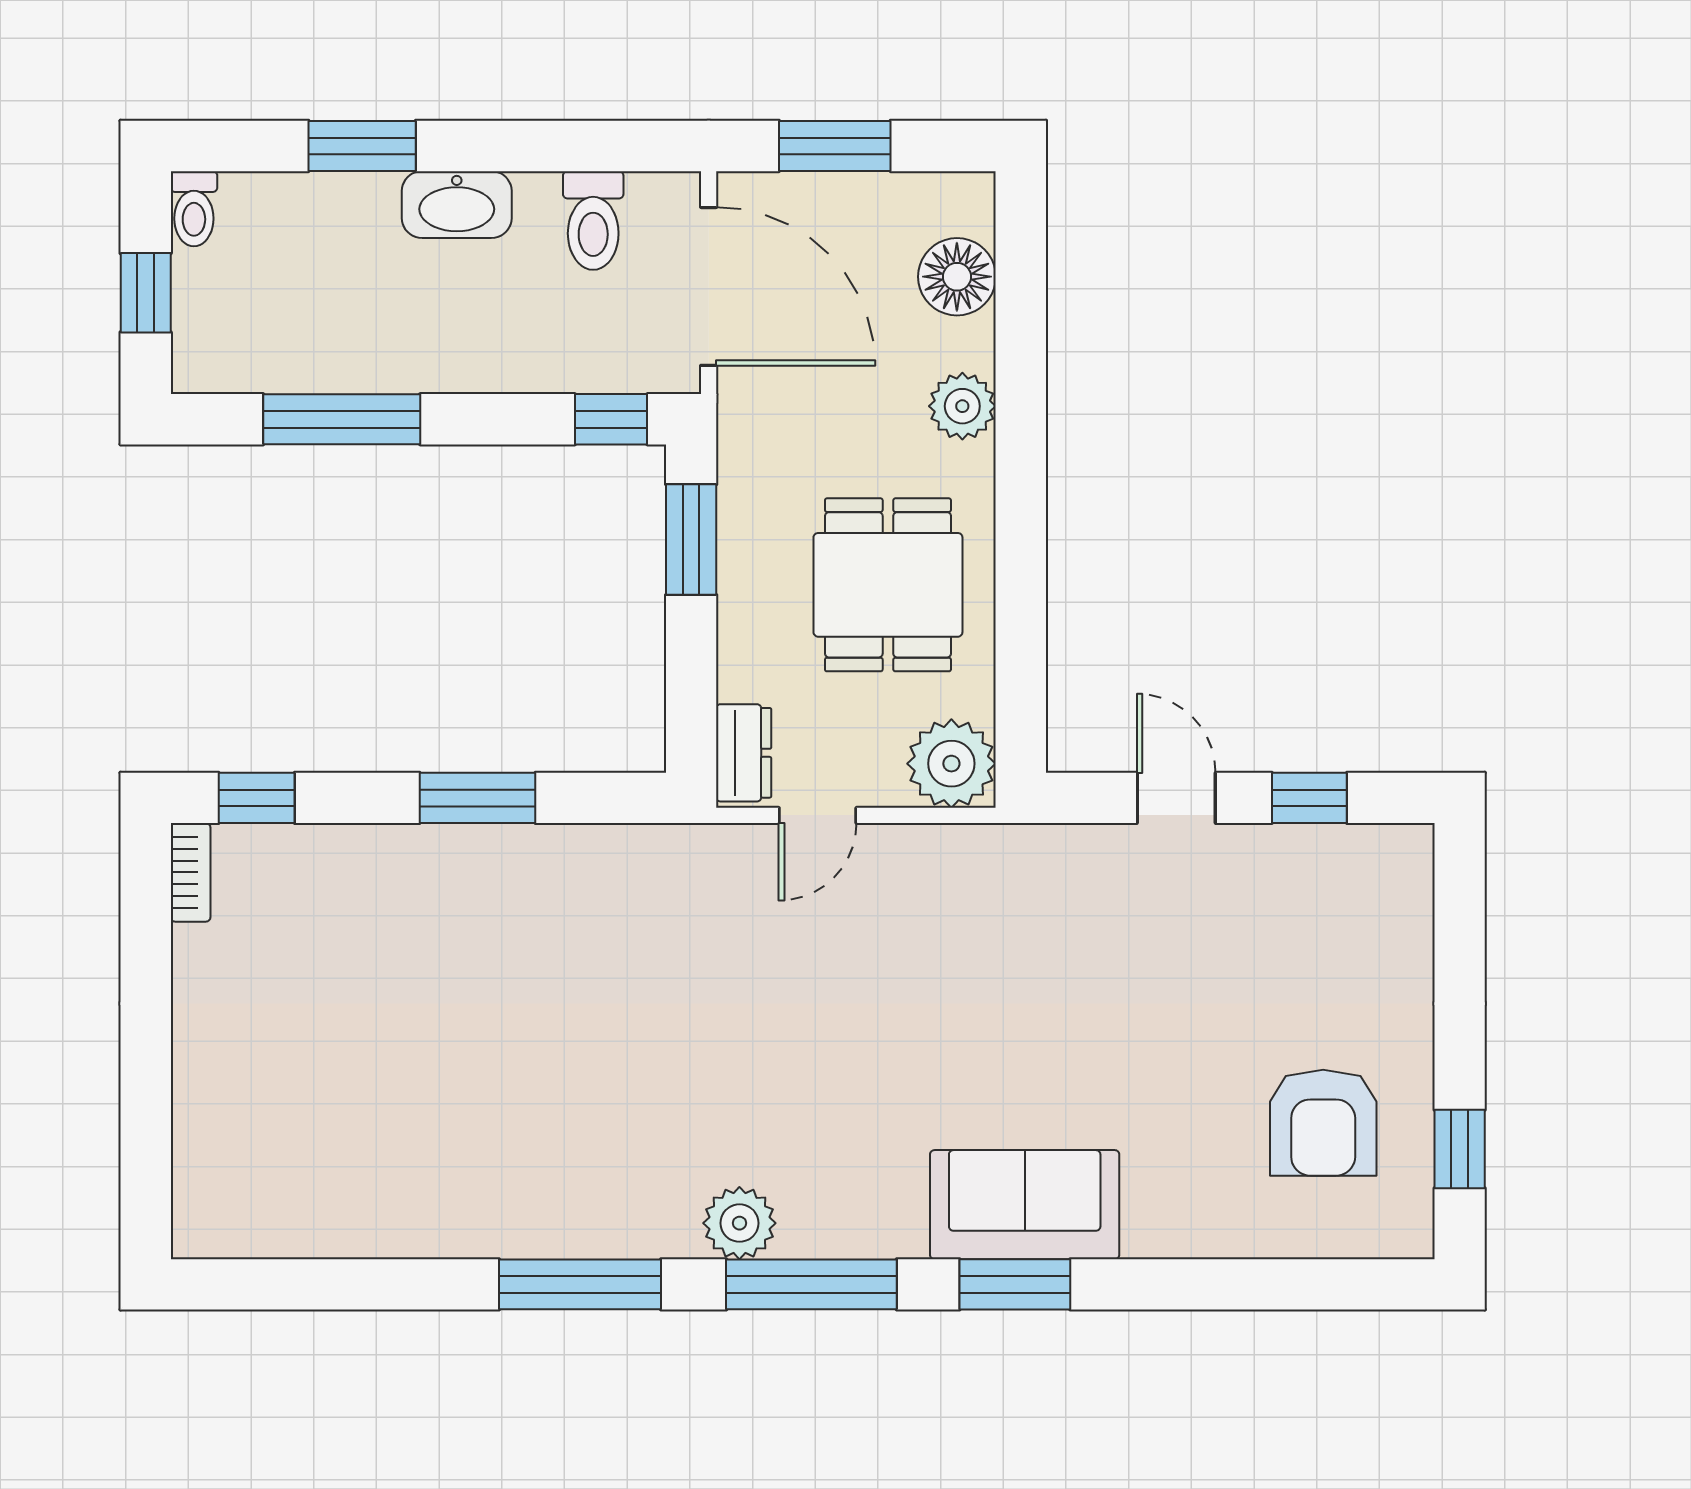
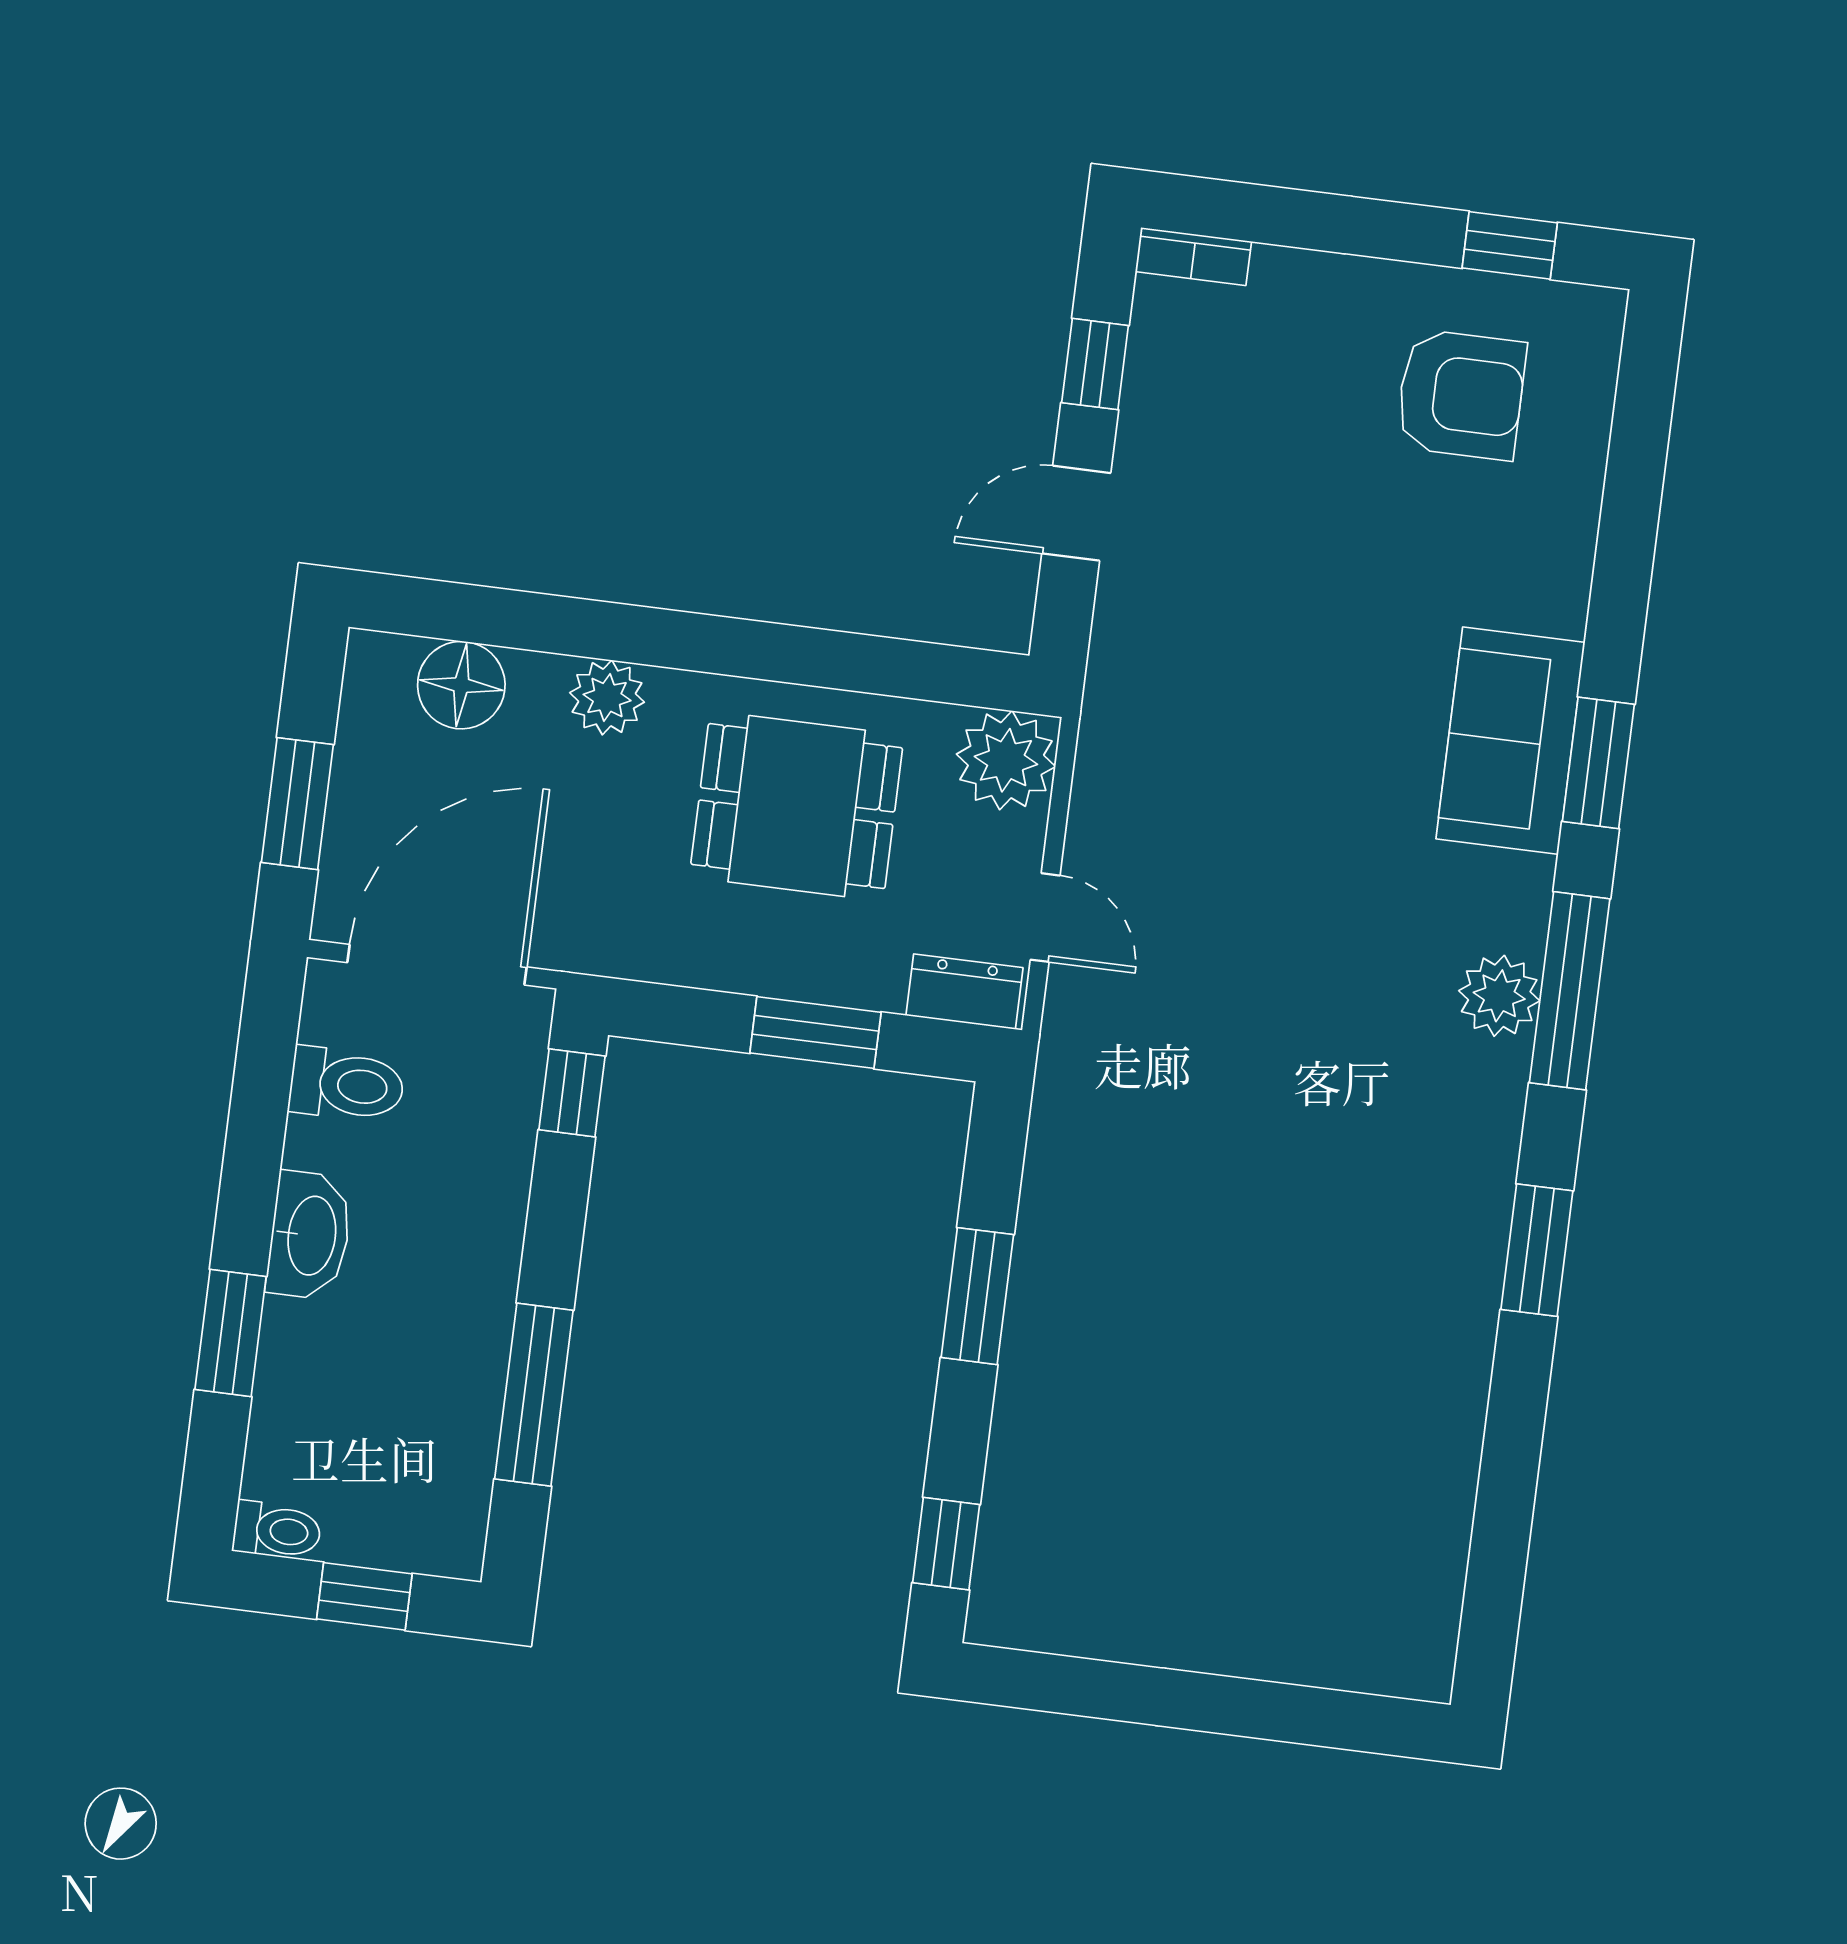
window: (691, 540) -> (815, 1033), moved
bookcase: (191, 872) -> (1193, 256), moved, turned 180
plant: (739, 1223) -> (1499, 996), moved
window: (580, 1284) -> (1537, 1250), width x0.69

